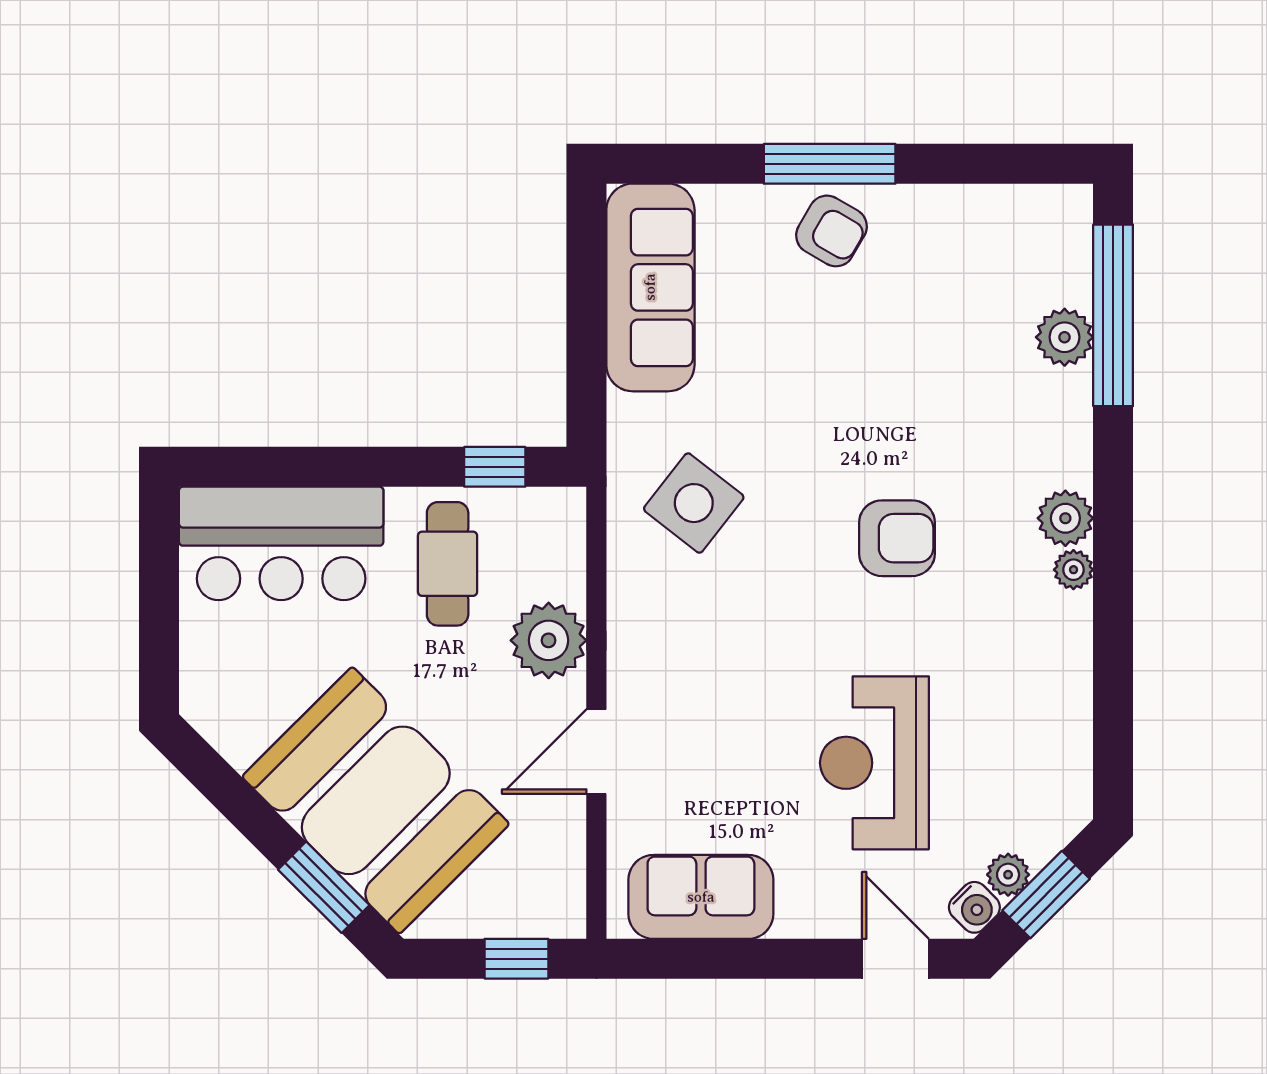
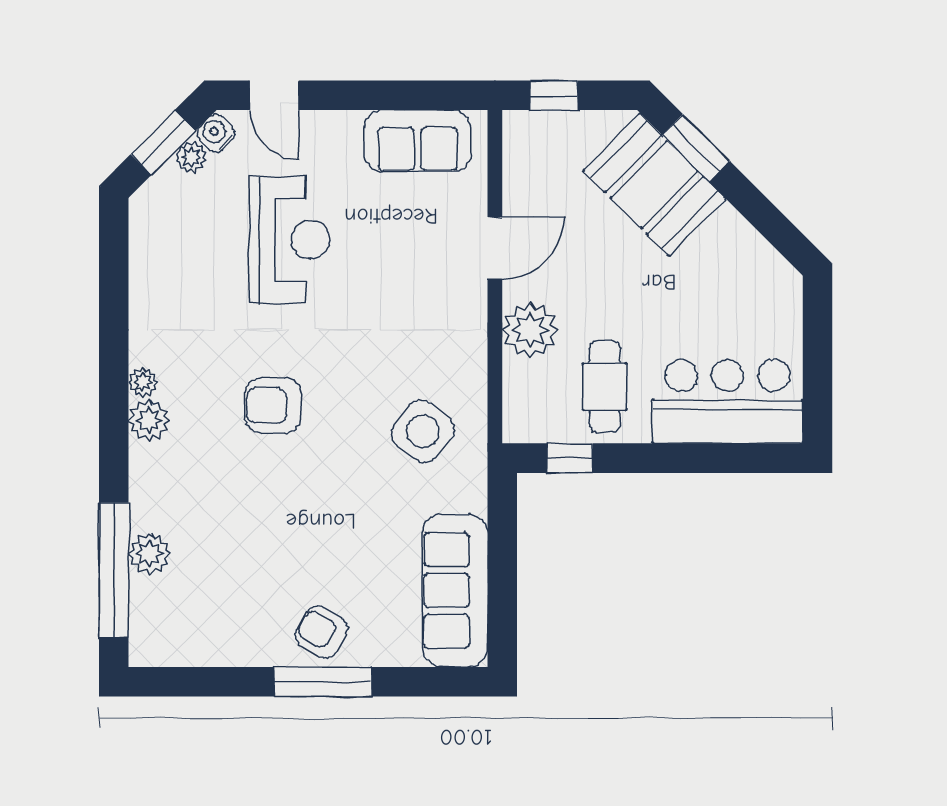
booth: (376, 800) -> (654, 184), width x0.73, depth x0.70

